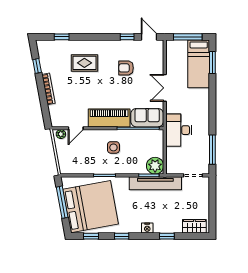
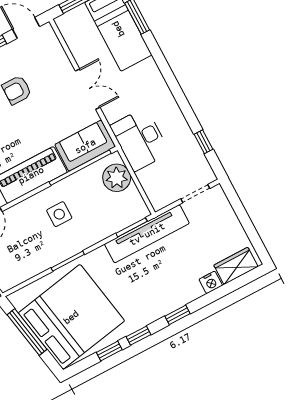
double door: (165, 88) -> (88, 89), swing flipped
window: (212, 150) -> (203, 142), width x0.46
plant: (155, 166) -> (117, 178), moved
nightstand: (147, 228) -> (211, 282), moved
window: (91, 236) -> (109, 351), moved
window: (167, 236) -> (177, 315), moved

